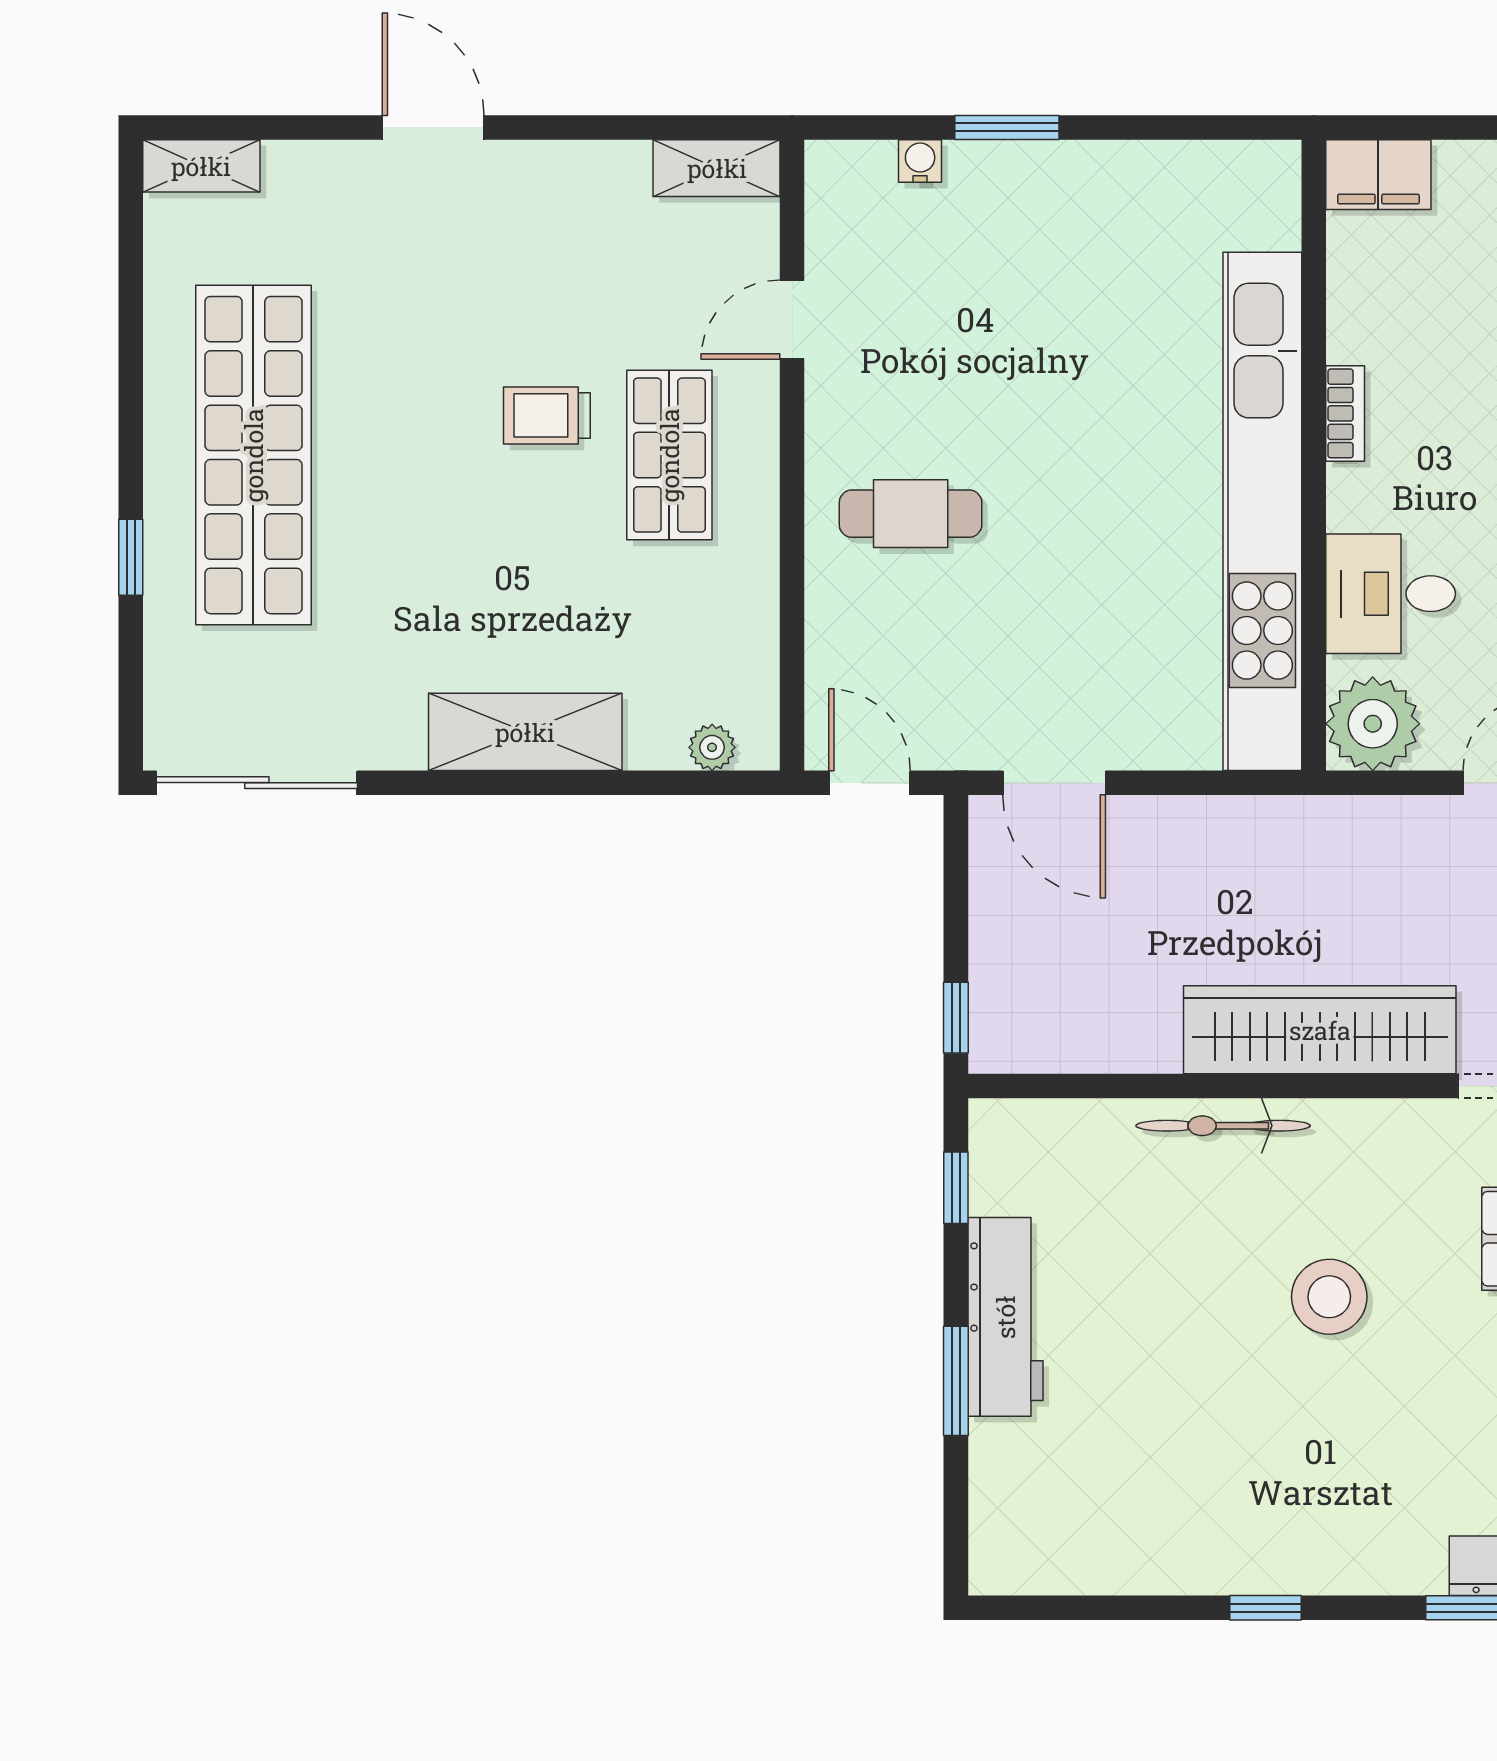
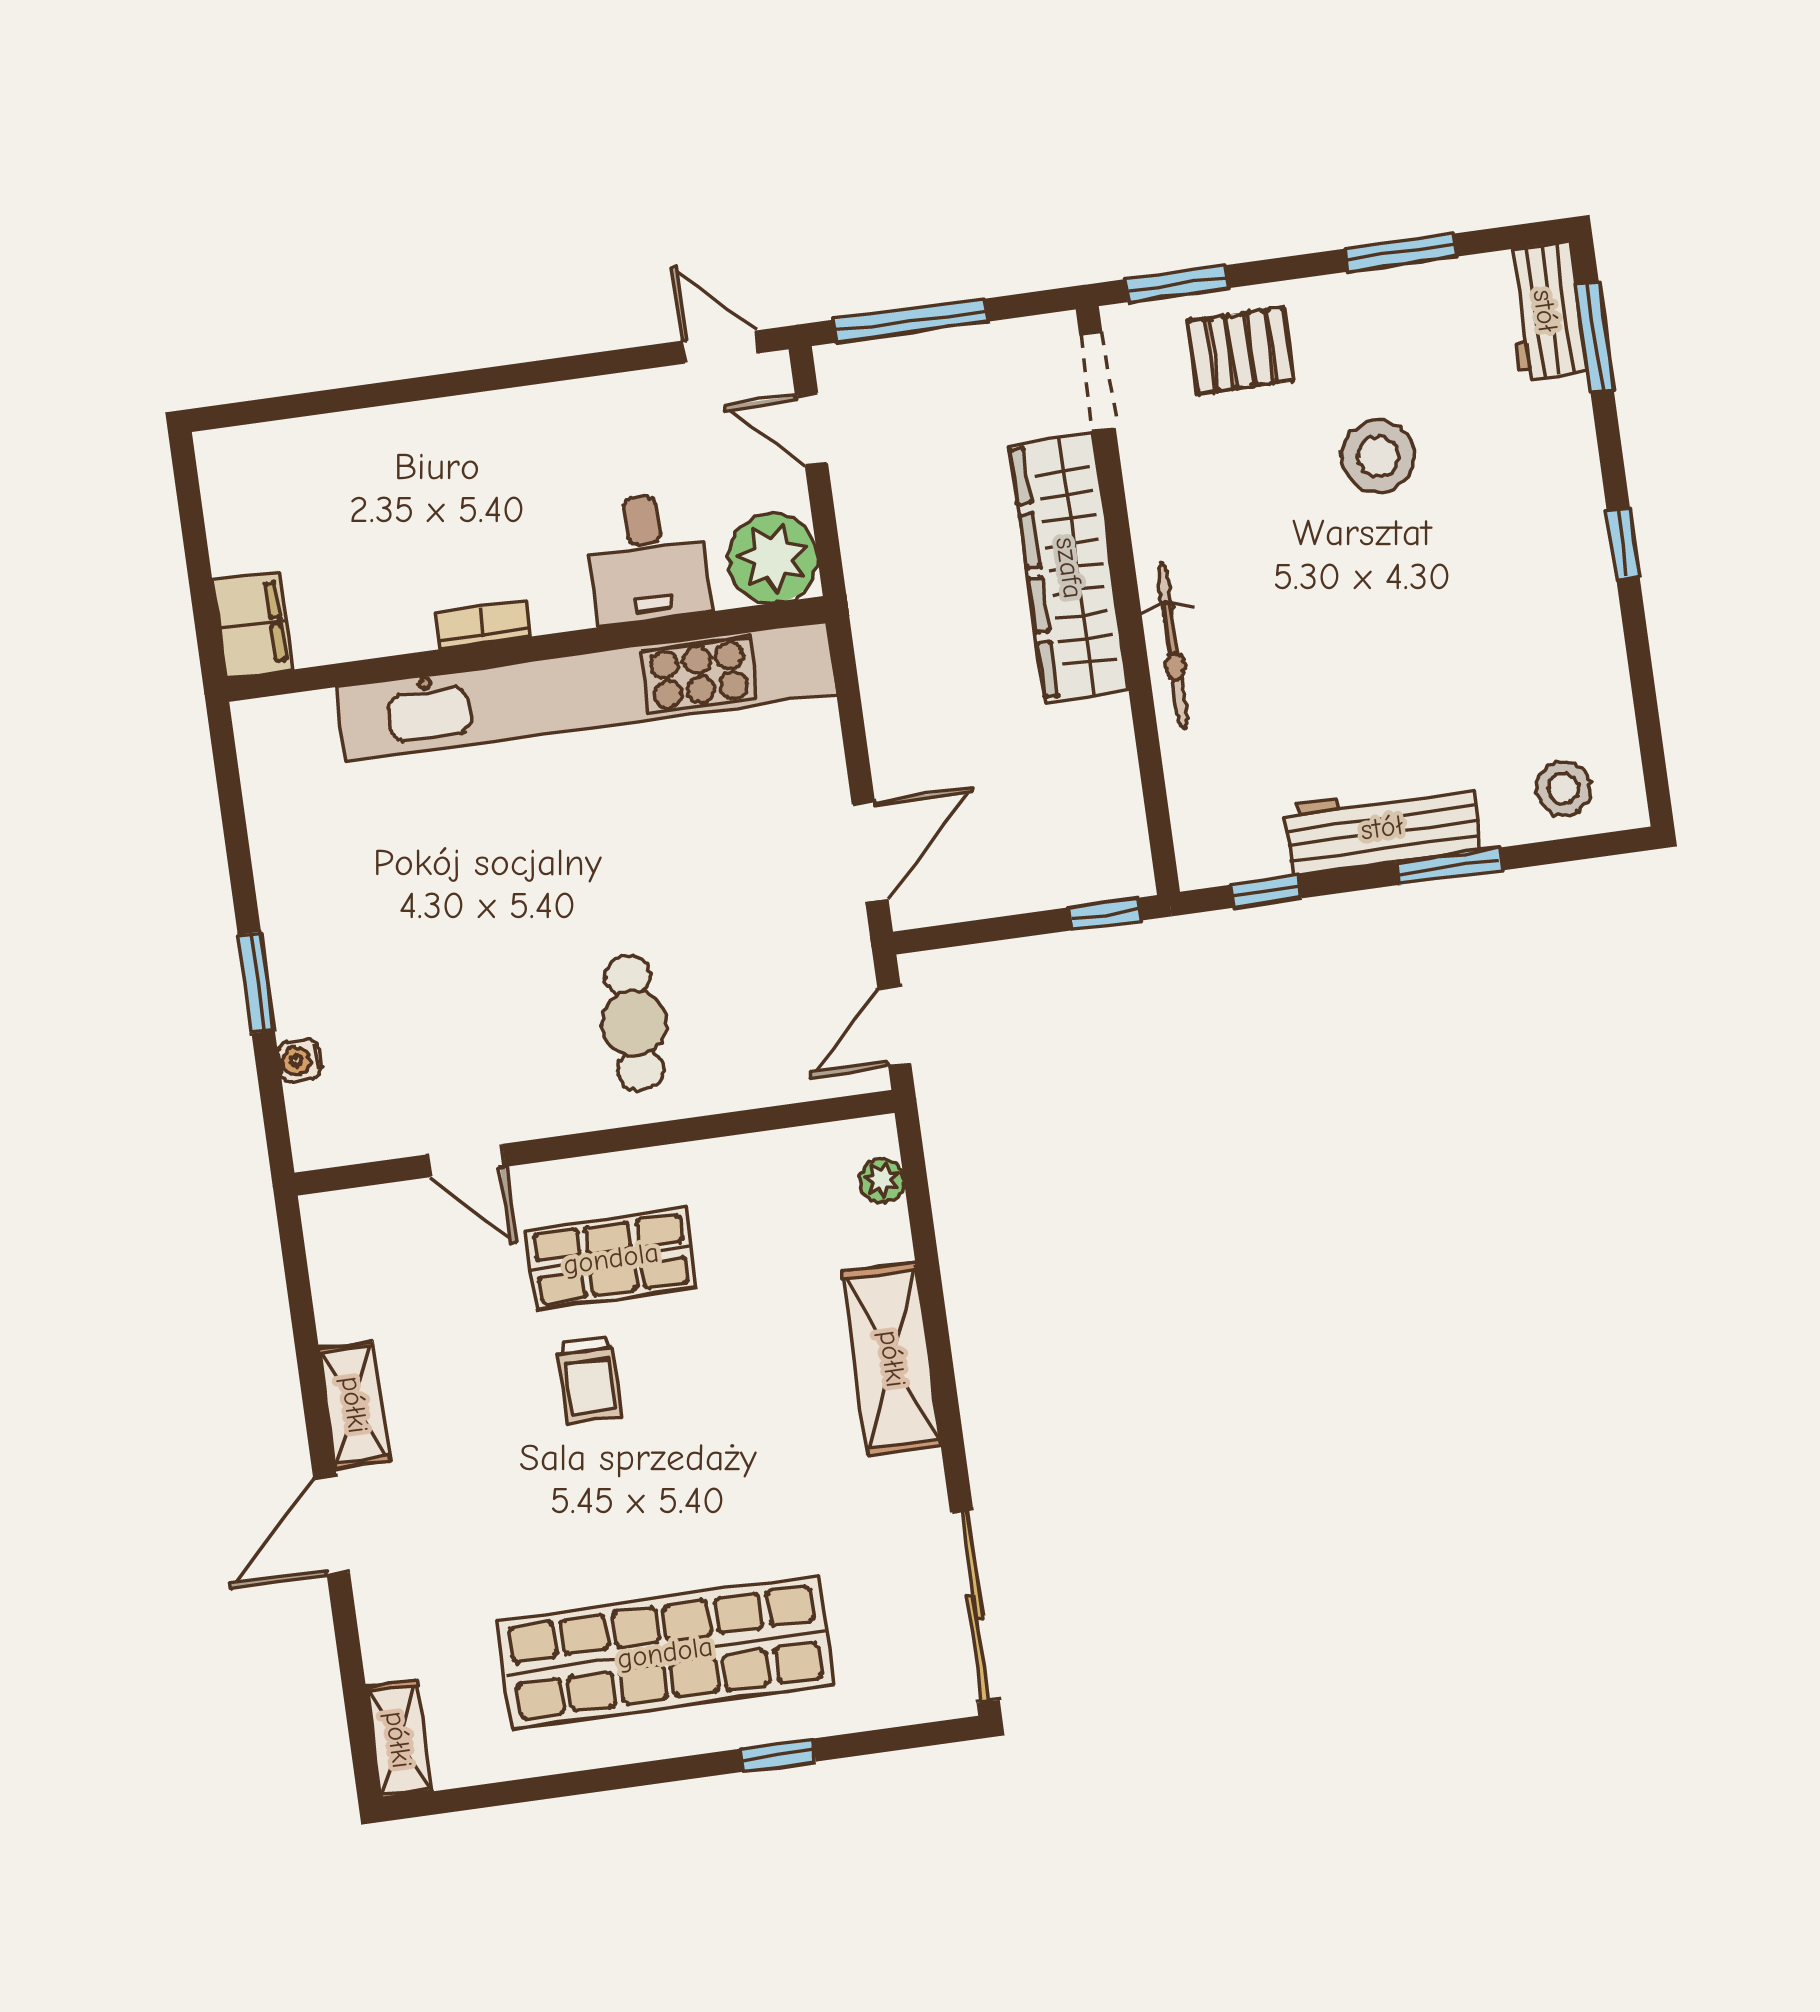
shelving: (717, 168) -> (354, 1405), moved
stool: (1329, 1297) -> (1378, 456), moved
stool: (1020, 1511) -> (1563, 789), added

